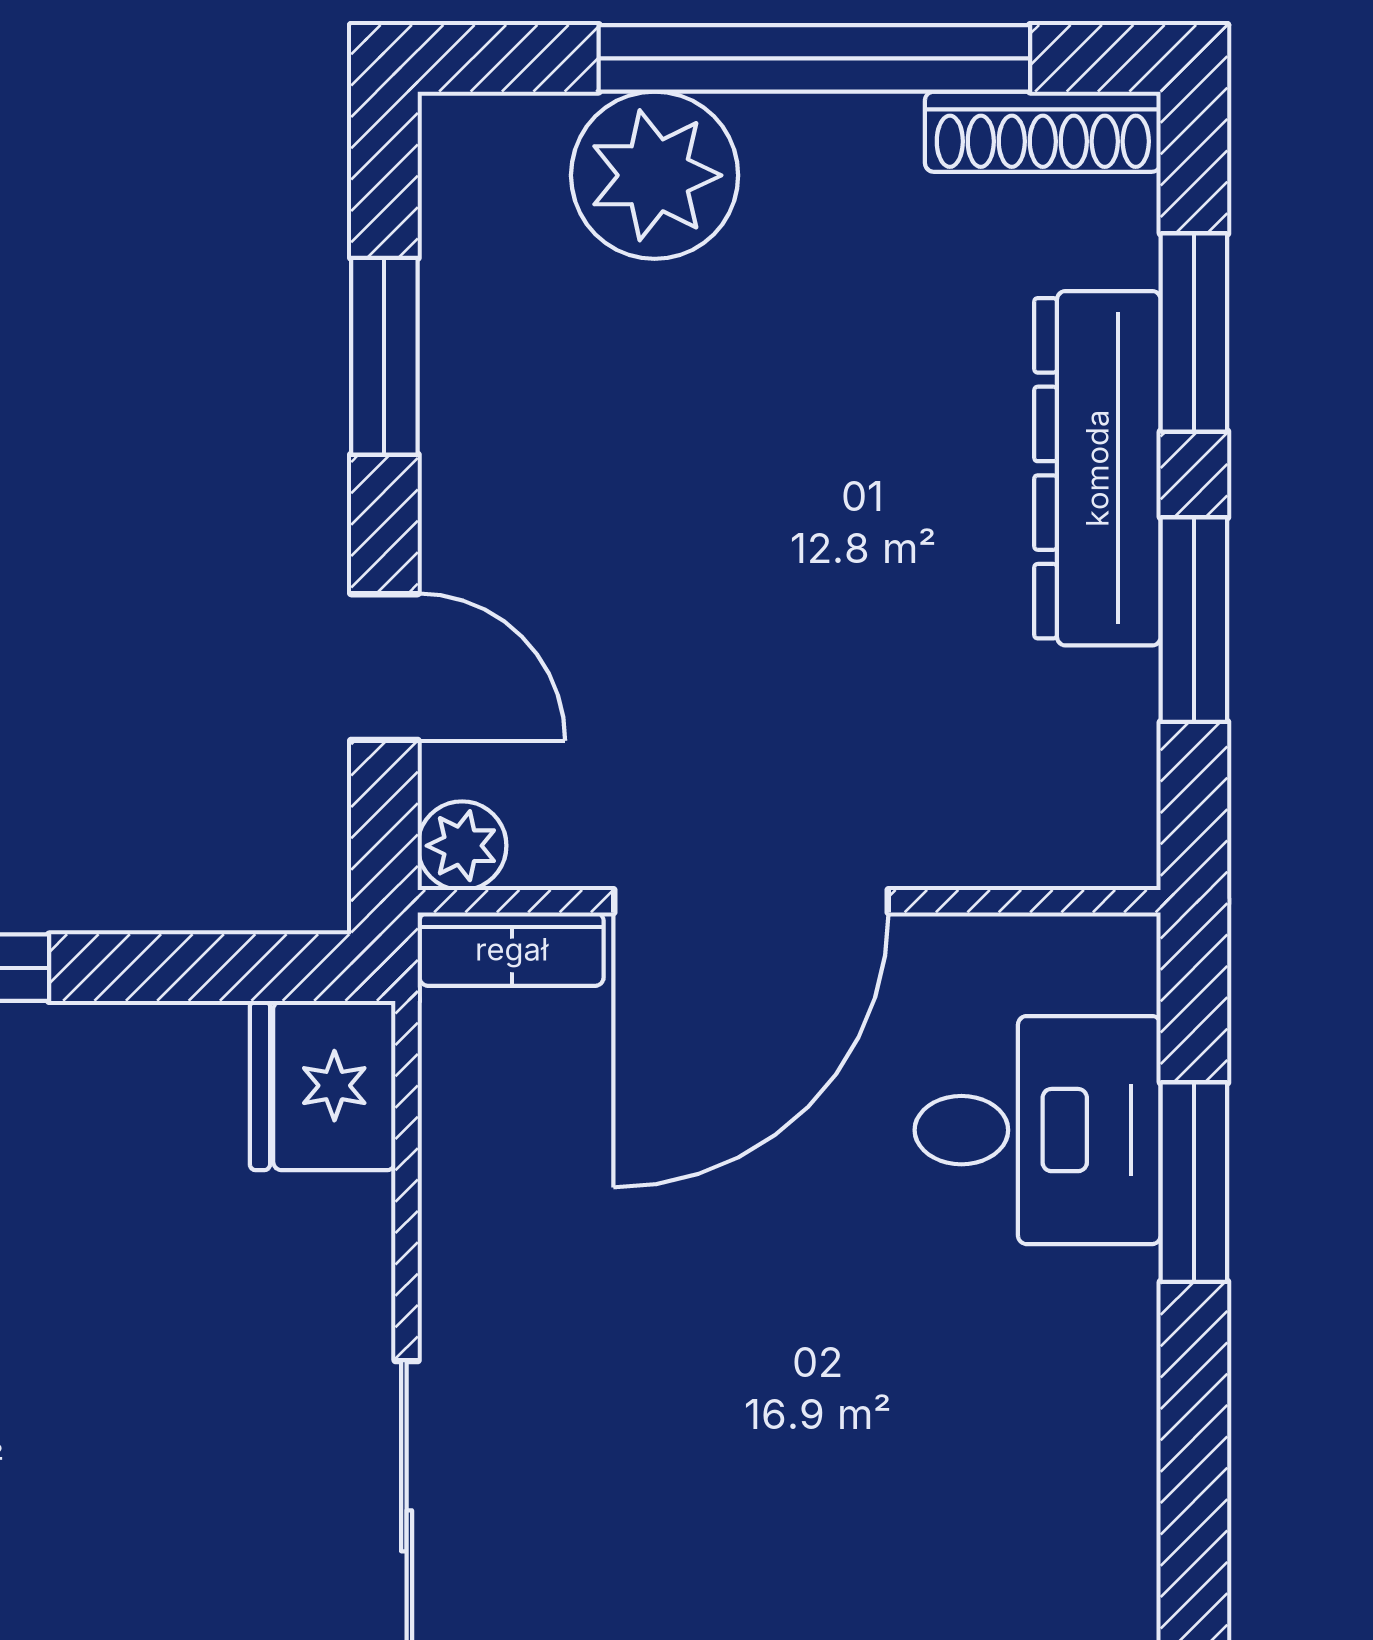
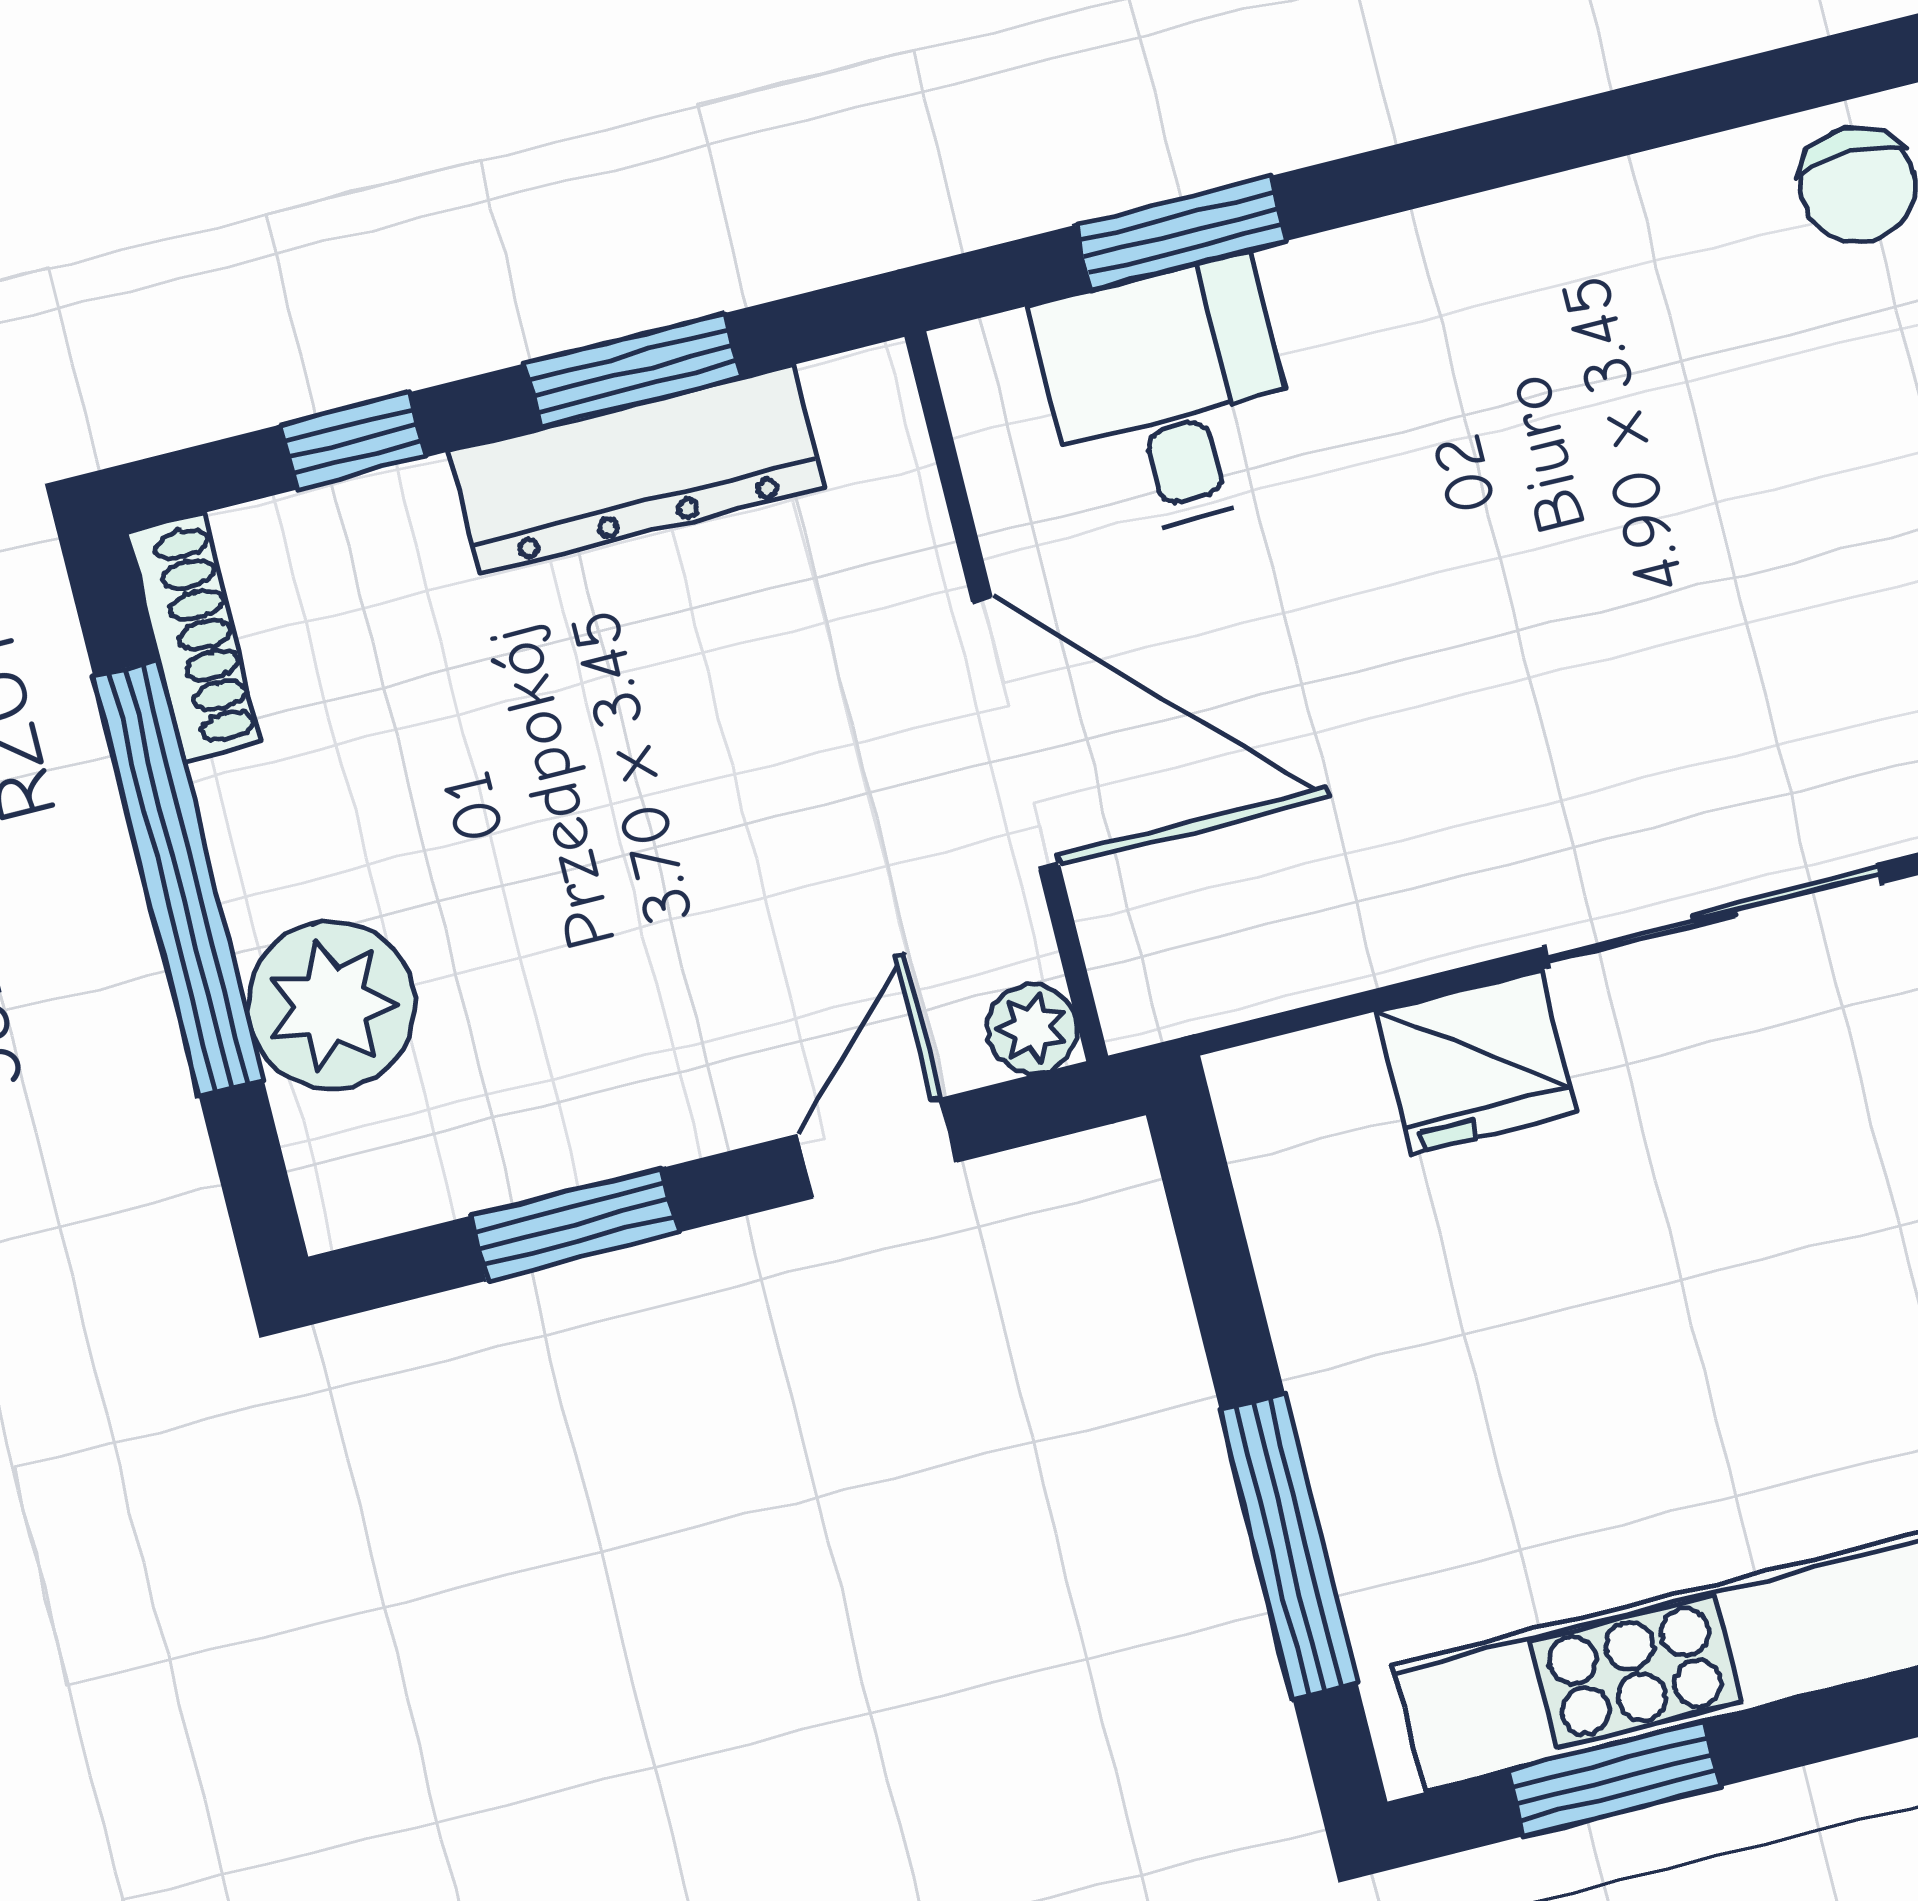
window: (1194, 332) -> (353, 441), width x0.67
dresser: (1097, 468) -> (636, 470), moved
bookcase: (512, 949) -> (1121, 955), removed
fridge: (323, 1086) -> (1476, 1062), moved

